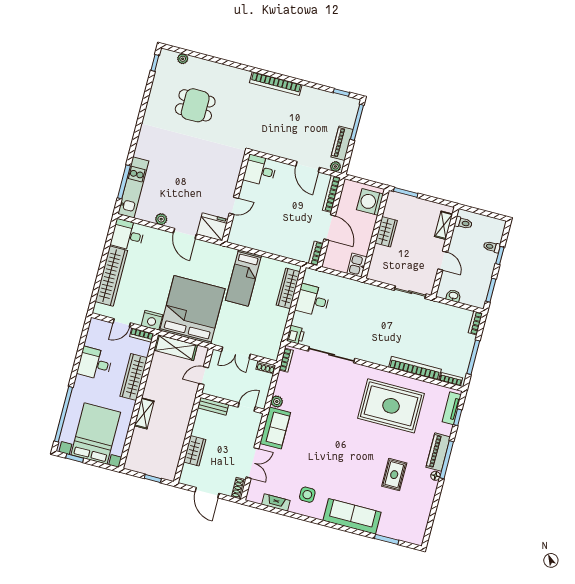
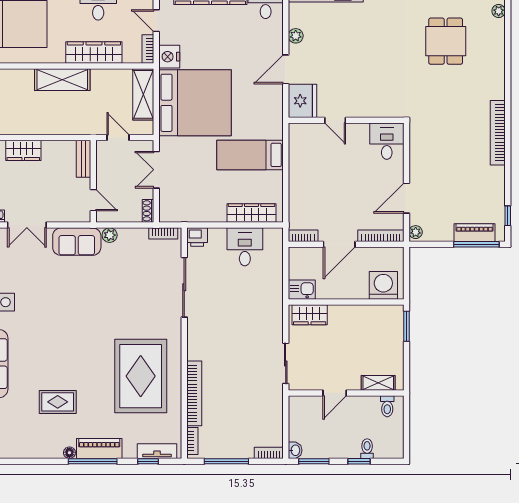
piano: (342, 143) -> (475, 233), moved
wardrobe: (386, 232) -> (310, 315), moved
washbasin: (453, 296) -> (295, 450), moved
shelving: (144, 413) -> (62, 80), width x1.50, depth x1.33

